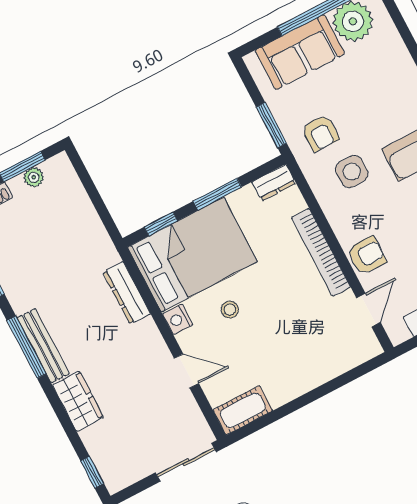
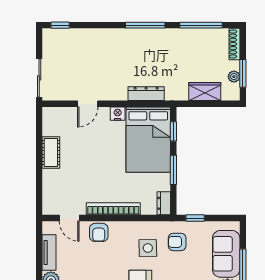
window: (271, 125) -> (195, 218), width x0.67
stool: (230, 310) -> (108, 144), removed
bench: (43, 346) -> (141, 34), removed
wardrobe: (78, 401) -> (205, 91), moved, turned 180
cot: (243, 410) -> (51, 153), moved

